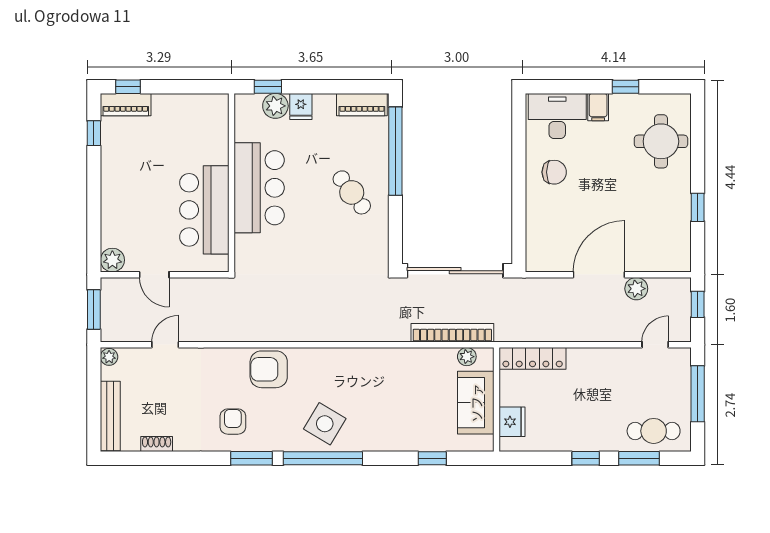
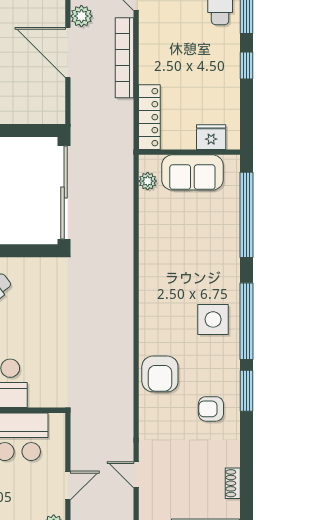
bookcase: (452, 333) -> (124, 58), moved
side table: (325, 424) -> (213, 319), turned -31
window: (432, 458) -> (247, 215), width x3.17

